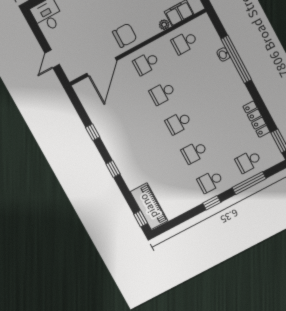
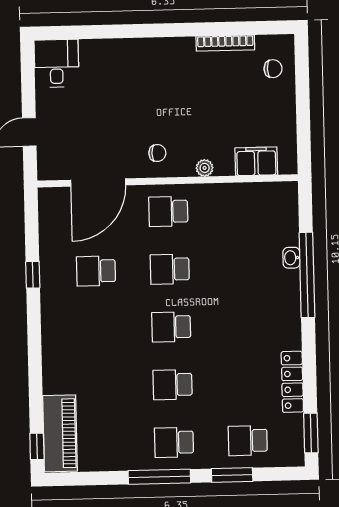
plant: (164, 25) -> (205, 168), moved
chair: (125, 35) -> (157, 153), width x0.54, depth x0.54
school desk: (184, 42) -> (96, 271), moved
window: (113, 169) -> (35, 347), removed
window: (249, 183) -> (232, 475), width x0.69
window: (212, 203) -> (159, 477), width x2.17

